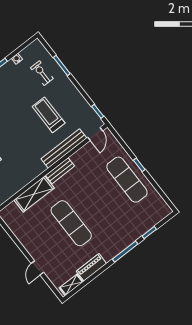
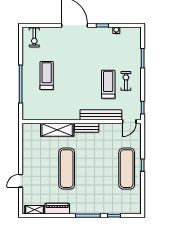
exercise bike: (42, 73) -> (126, 81), moved

